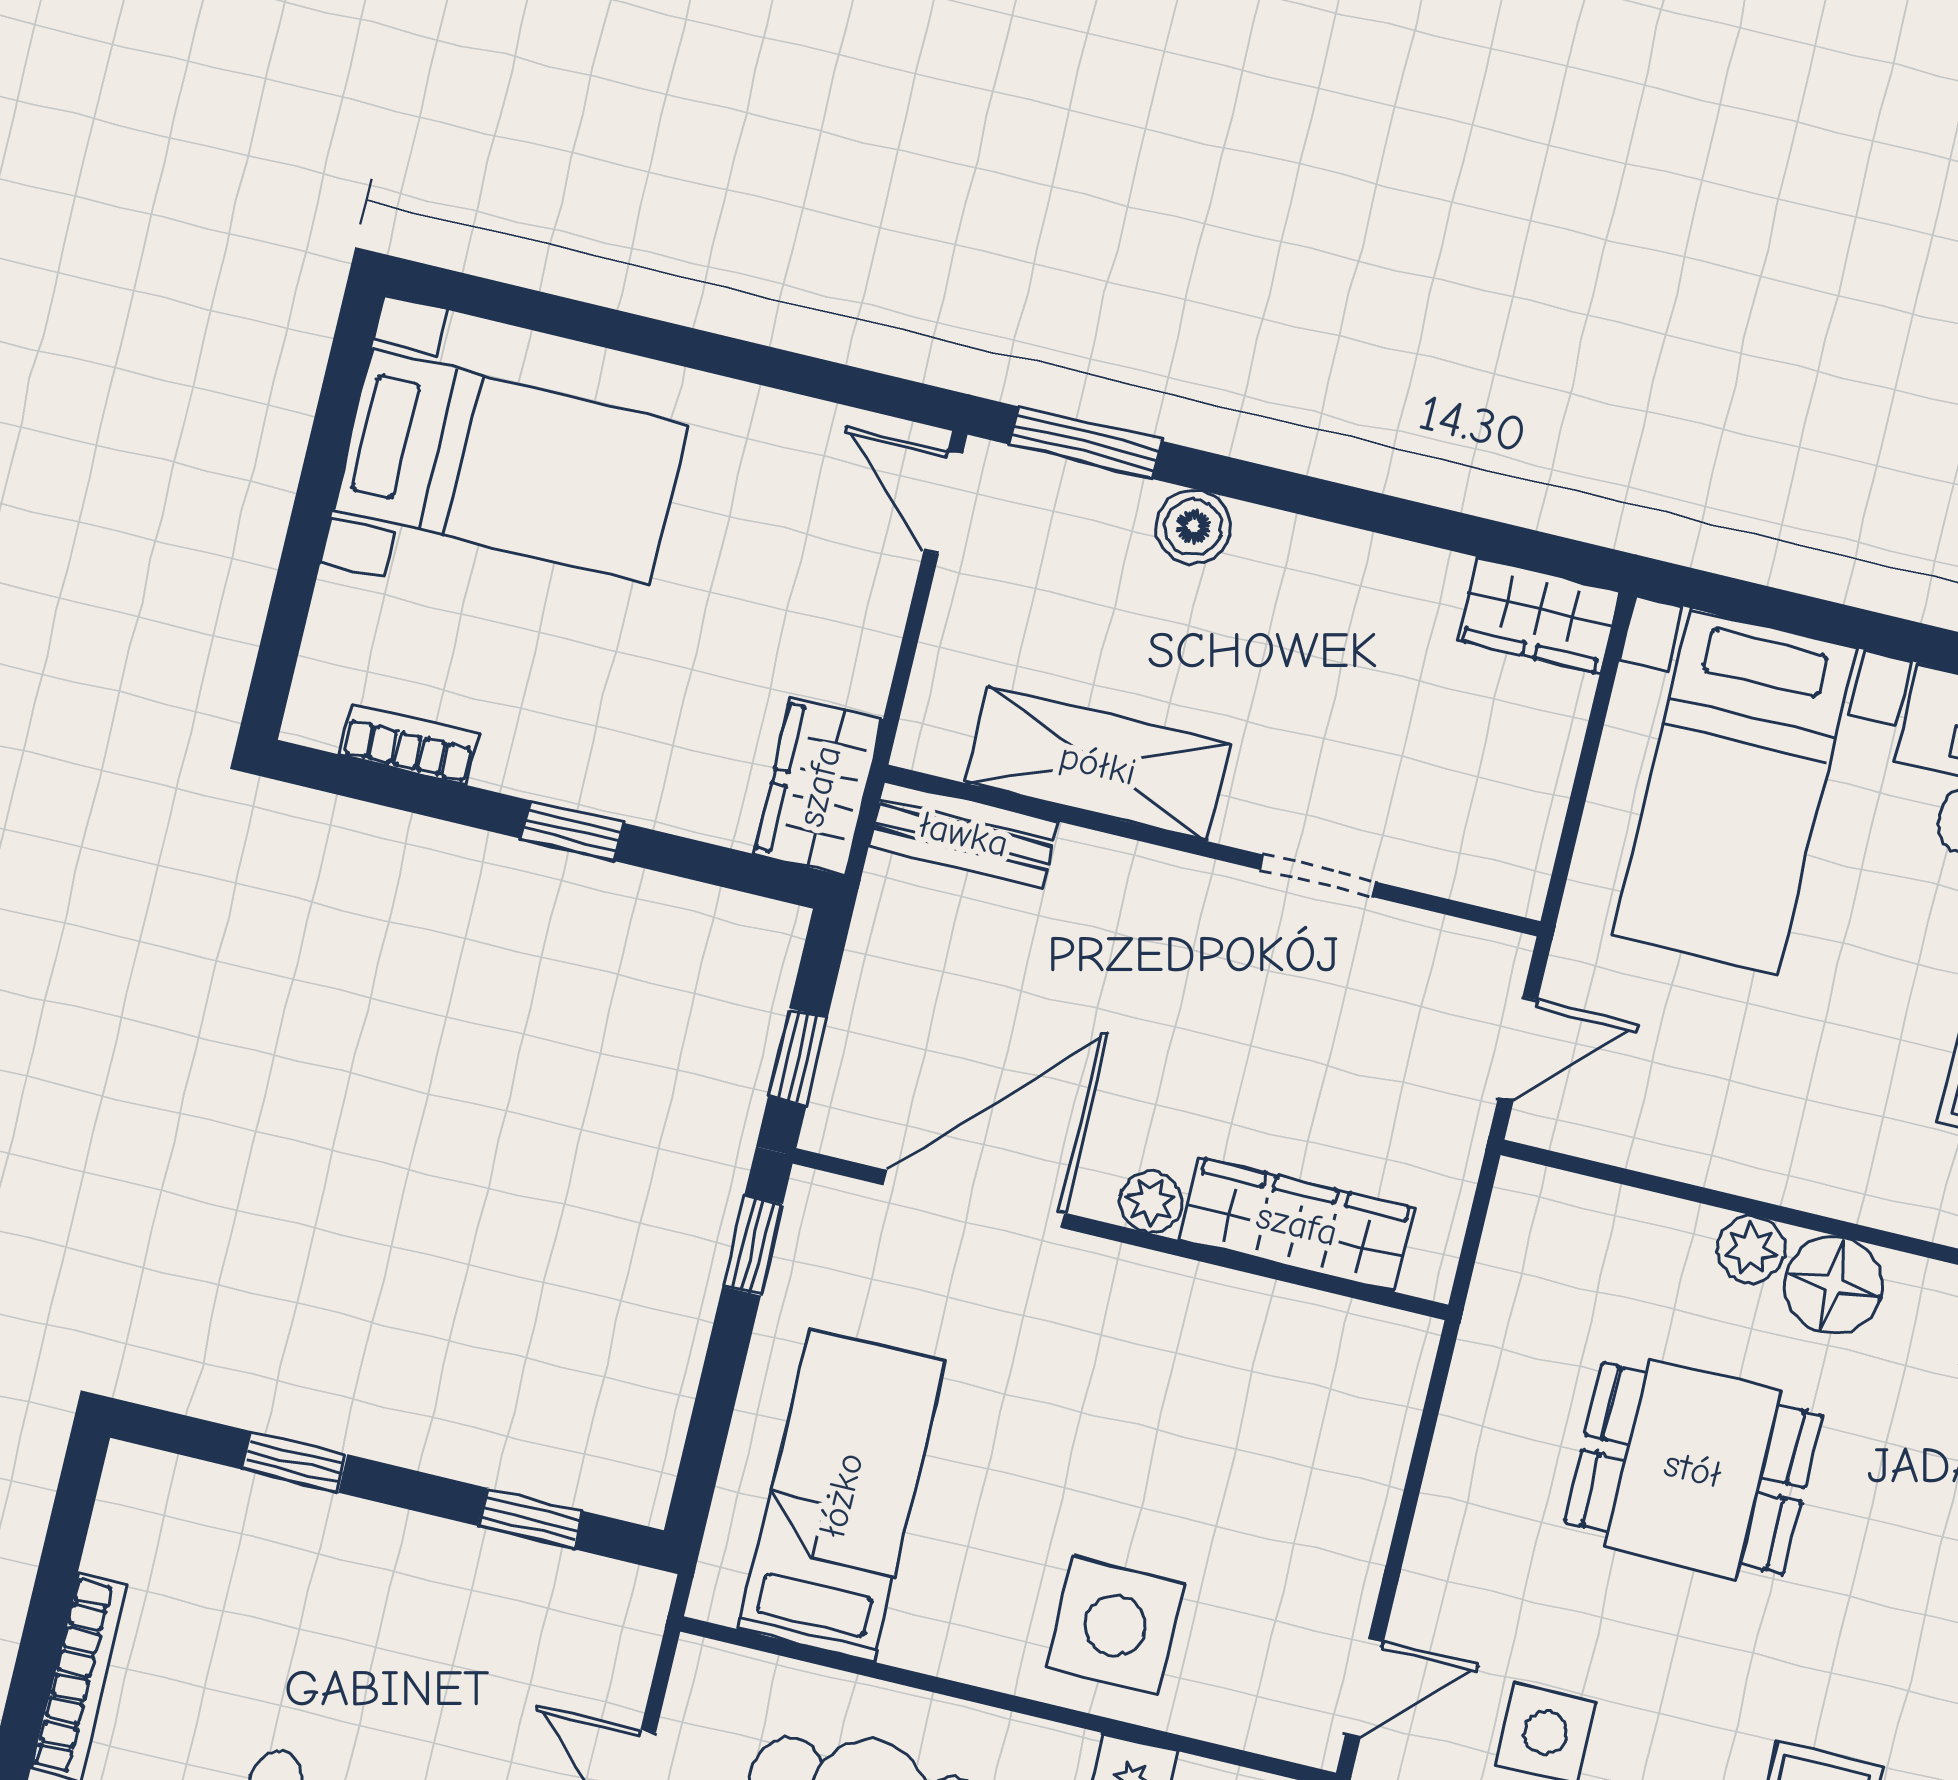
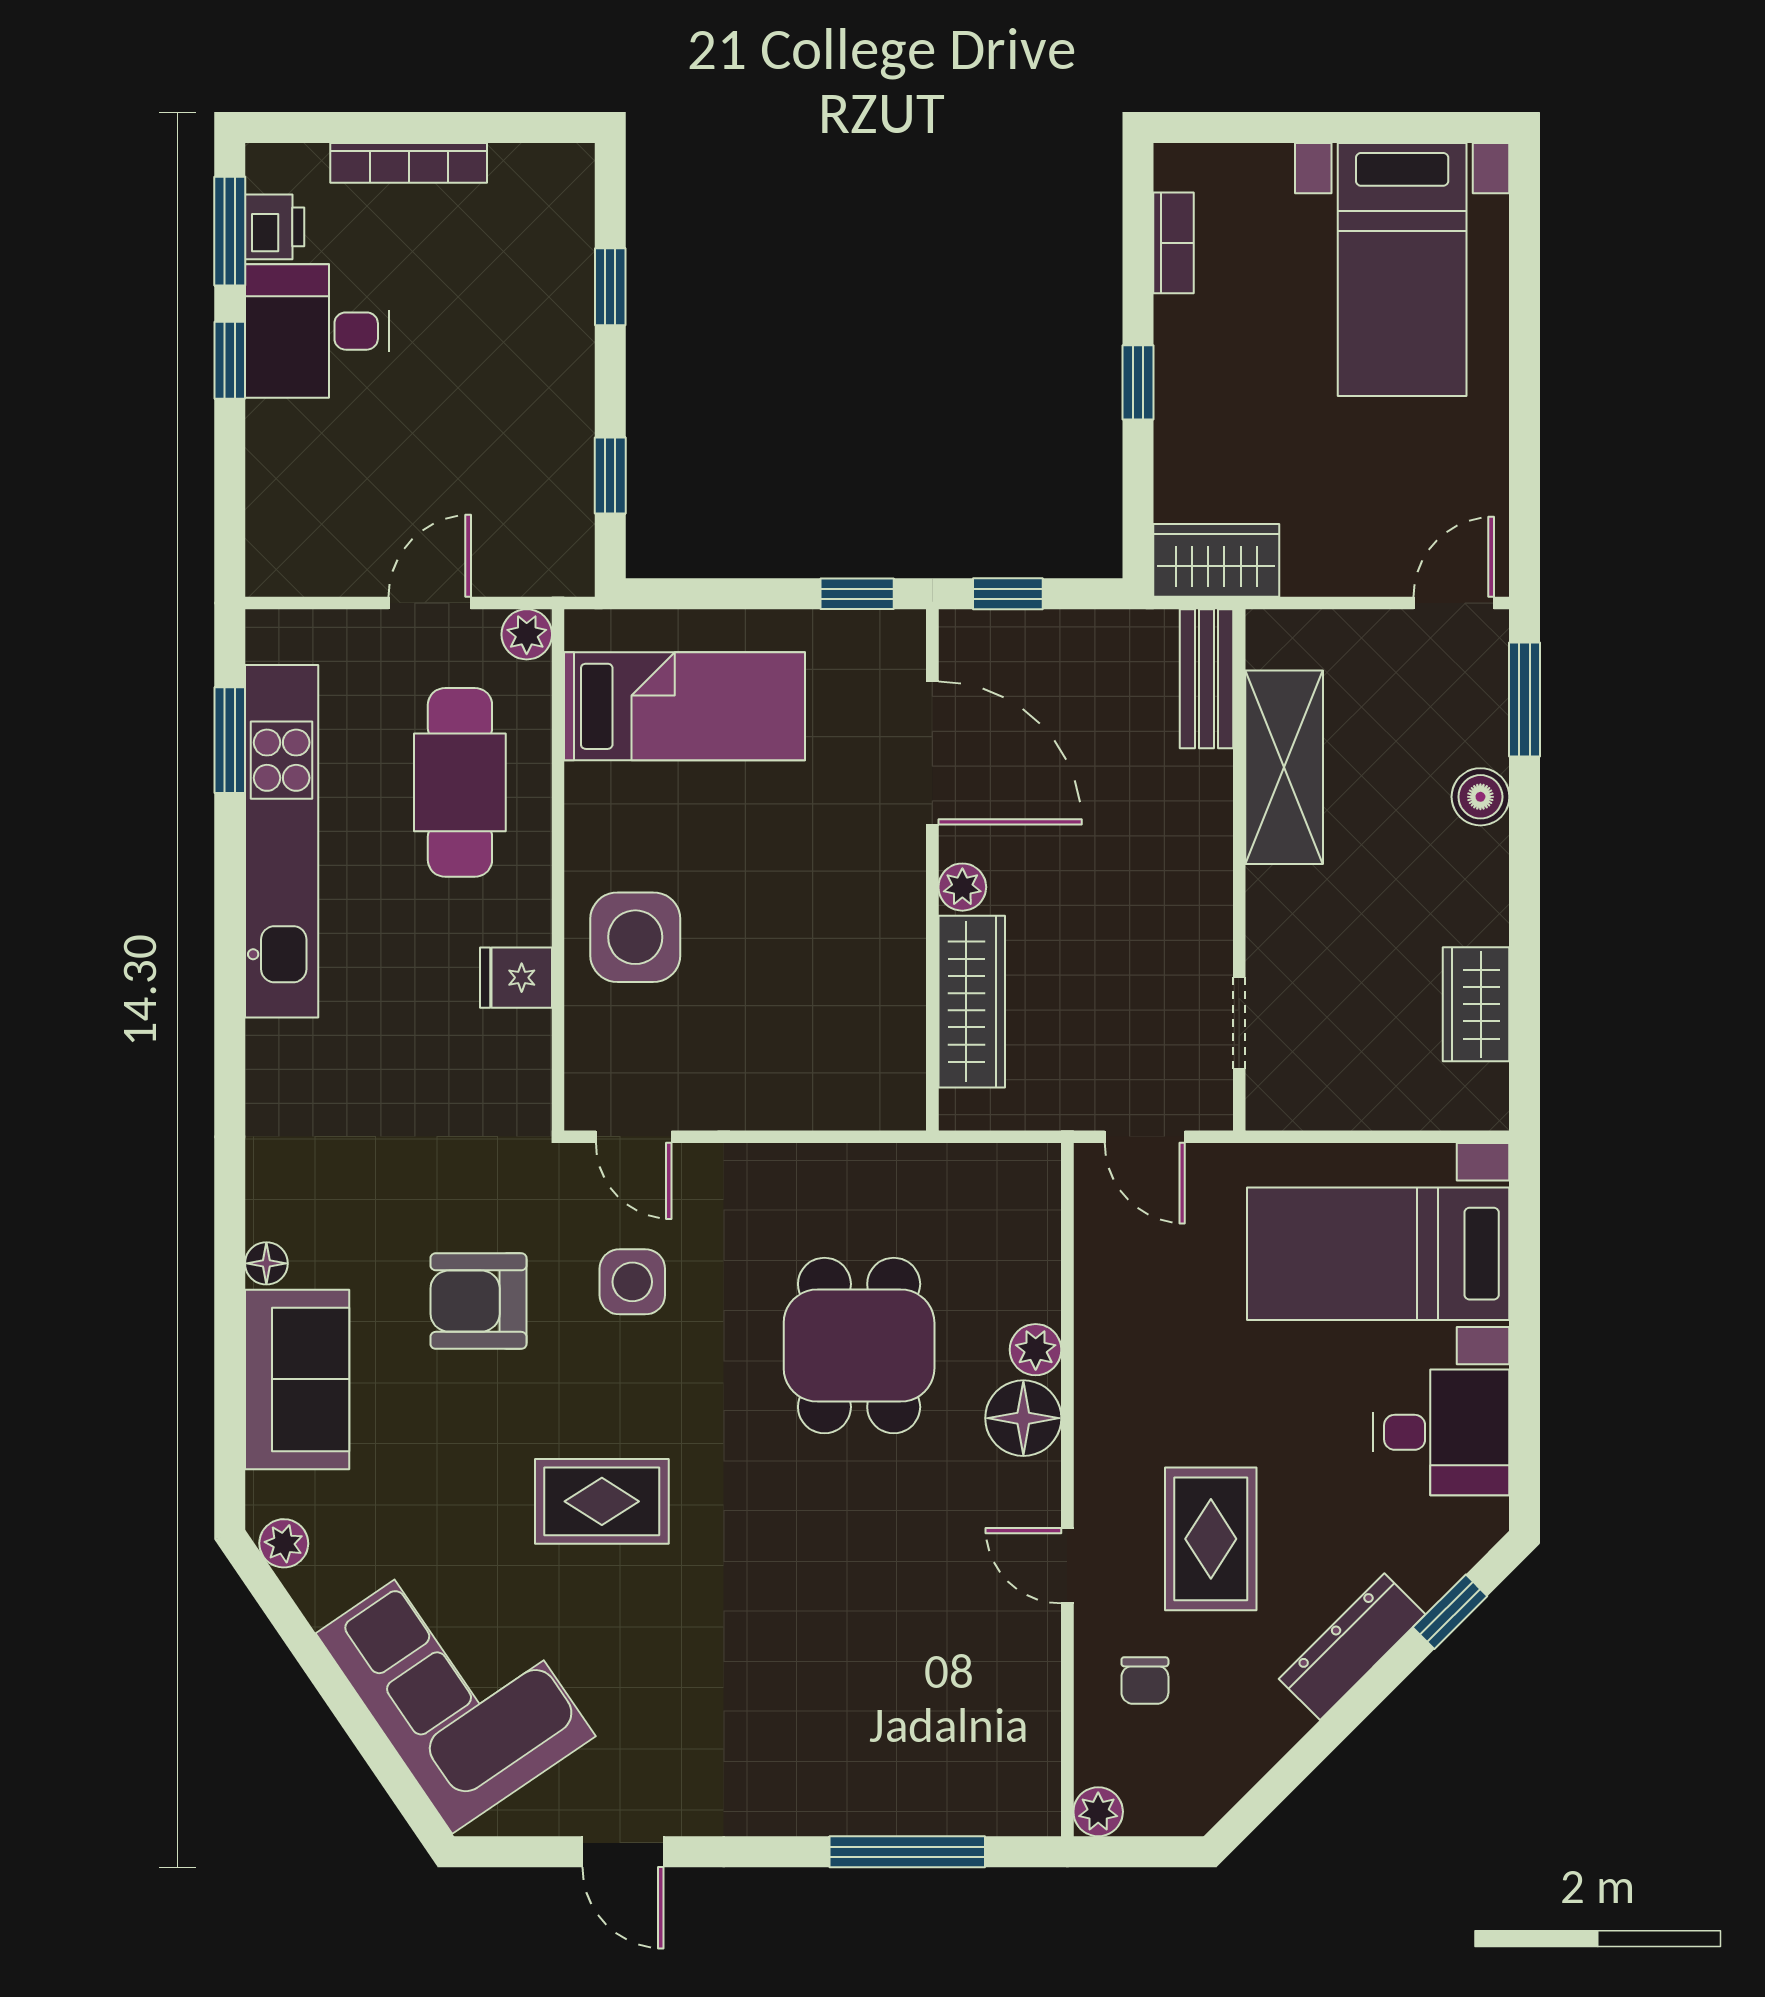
wardrobe: (1538, 616) -> (1476, 1004), moved
doorway: (1318, 876) -> (1239, 1023), moved
plant: (704, 1671) -> (527, 634), added

